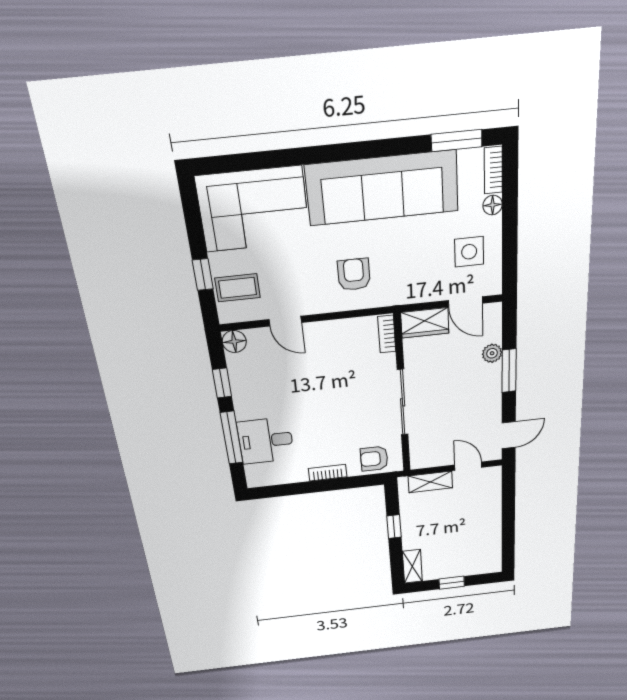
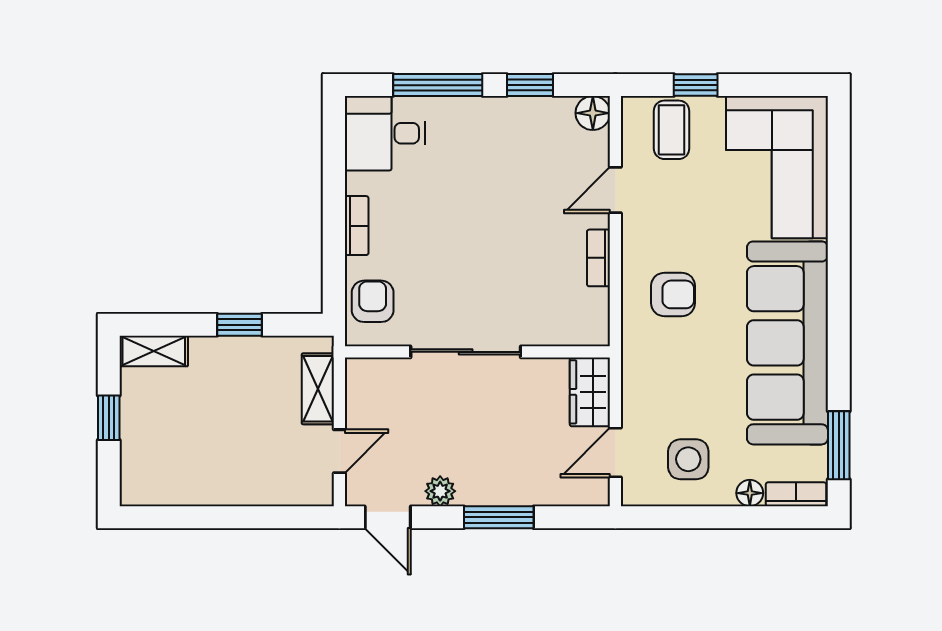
bookcase: (387, 334) -> (598, 258), moved, turned -90
plant: (492, 353) -> (440, 491), moved
desk: (266, 441) -> (385, 133), moved, turned -90

